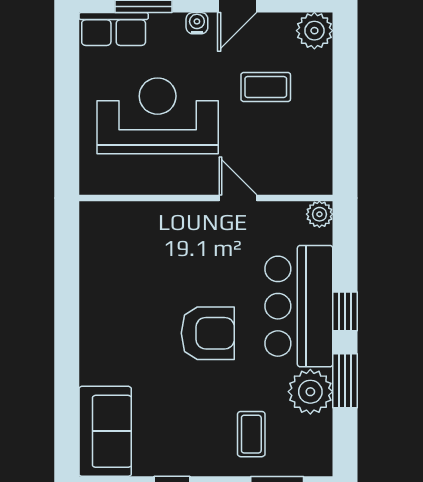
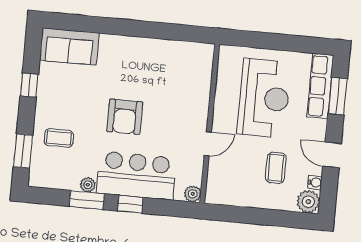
water cooler: (197, 23) -> (315, 182), moved
row of seats: (114, 29) -> (320, 86), width x1.48
plant: (310, 392) -> (88, 185), width x0.53, depth x0.53

